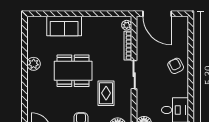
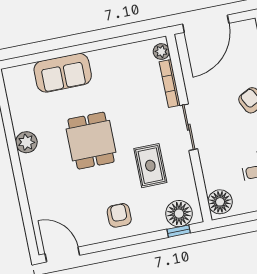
door: (157, 14) -> (206, 24), hinge flipped
dining table: (73, 71) -> (91, 141), width x0.73

